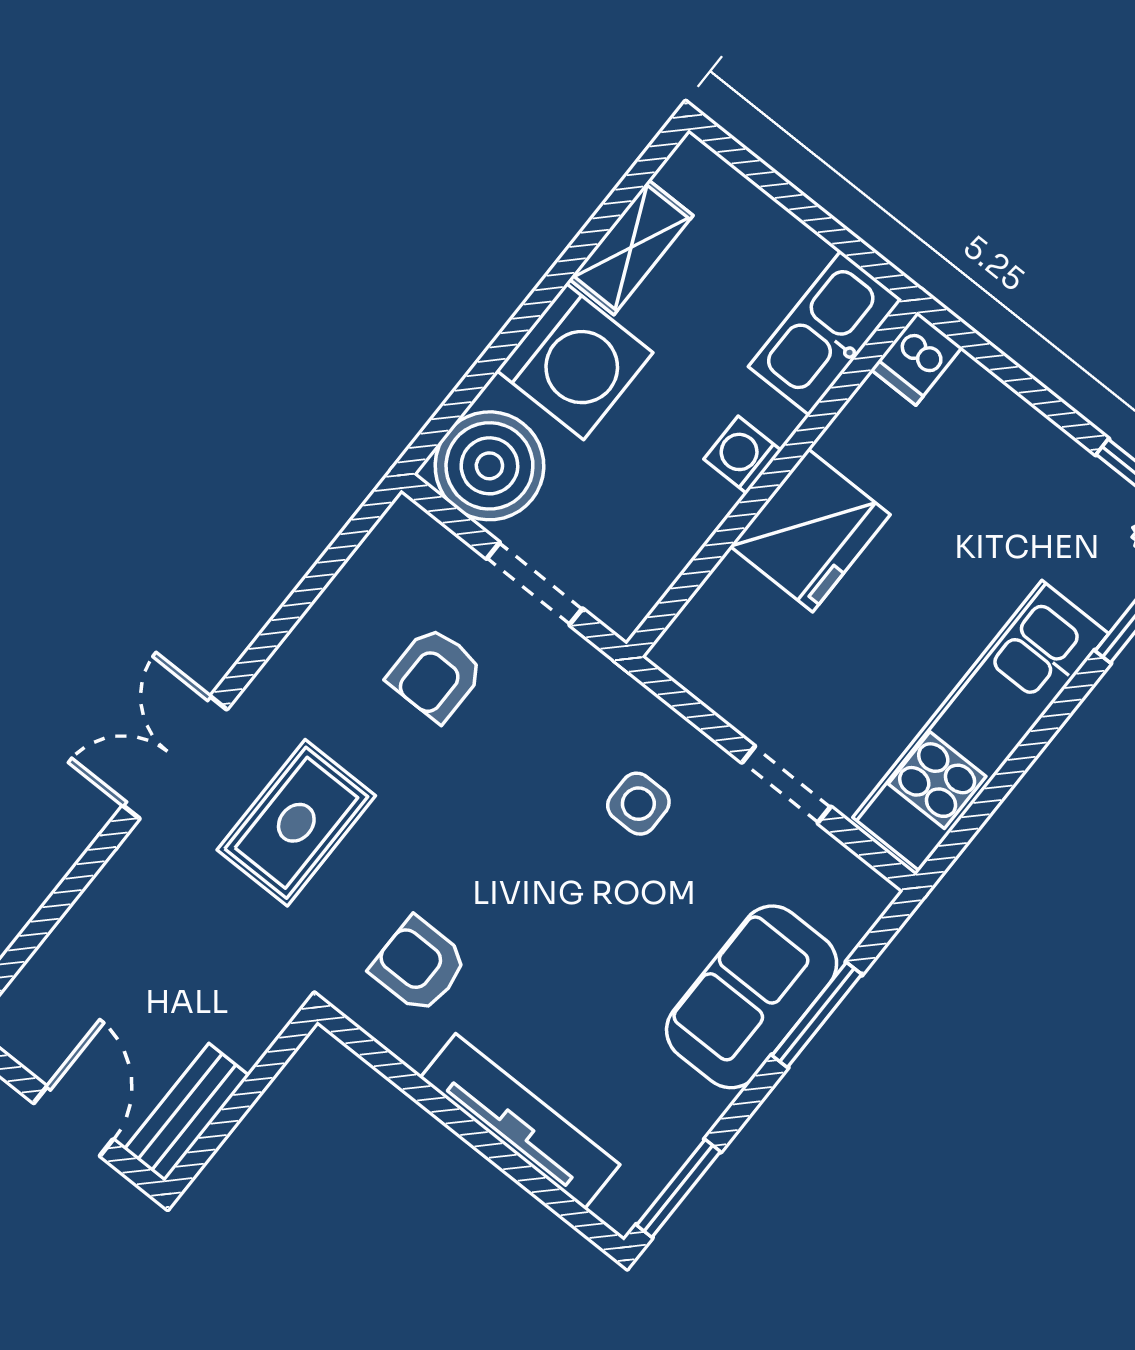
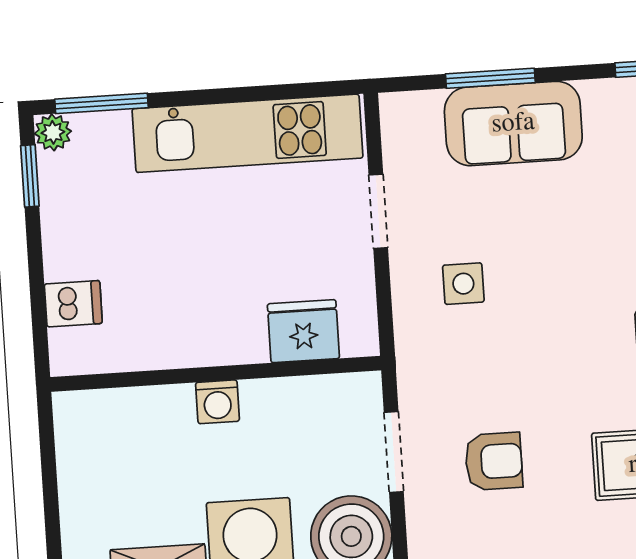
kitchen sink: (825, 333) -> (109, 417), removed
dishwasher: (917, 359) -> (73, 304), moved
fridge: (810, 530) -> (303, 331), moved, width x0.73, depth x0.75

